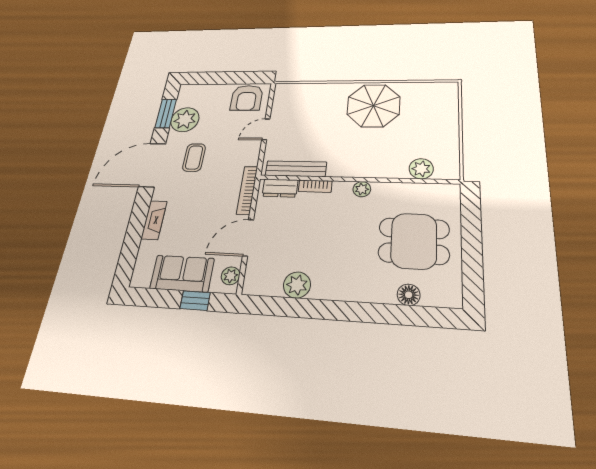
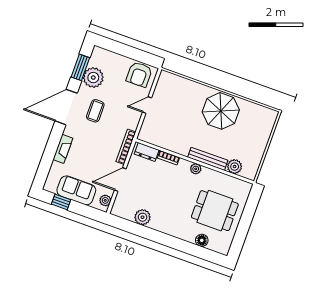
bench: (296, 169) -> (208, 159), moved
window: (195, 301) -> (61, 202), moved

